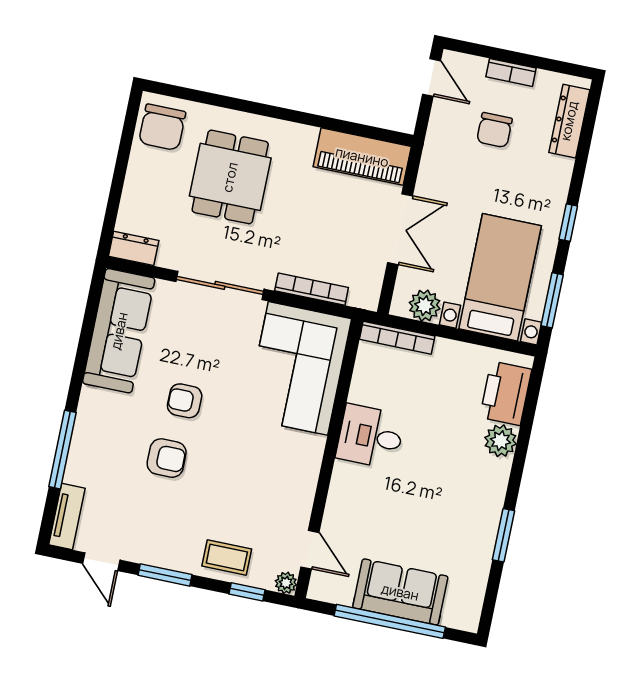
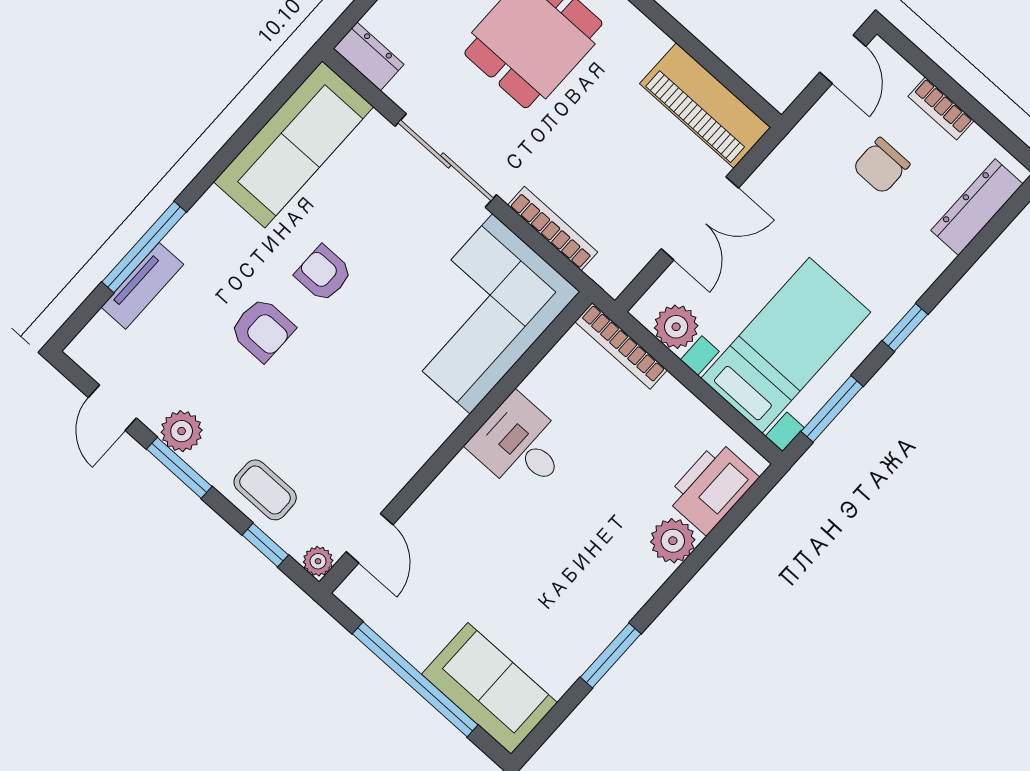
tv unit: (67, 516) -> (142, 286), moved
plant: (153, 551) -> (182, 431), added
sofa: (400, 592) -> (489, 688), moved

